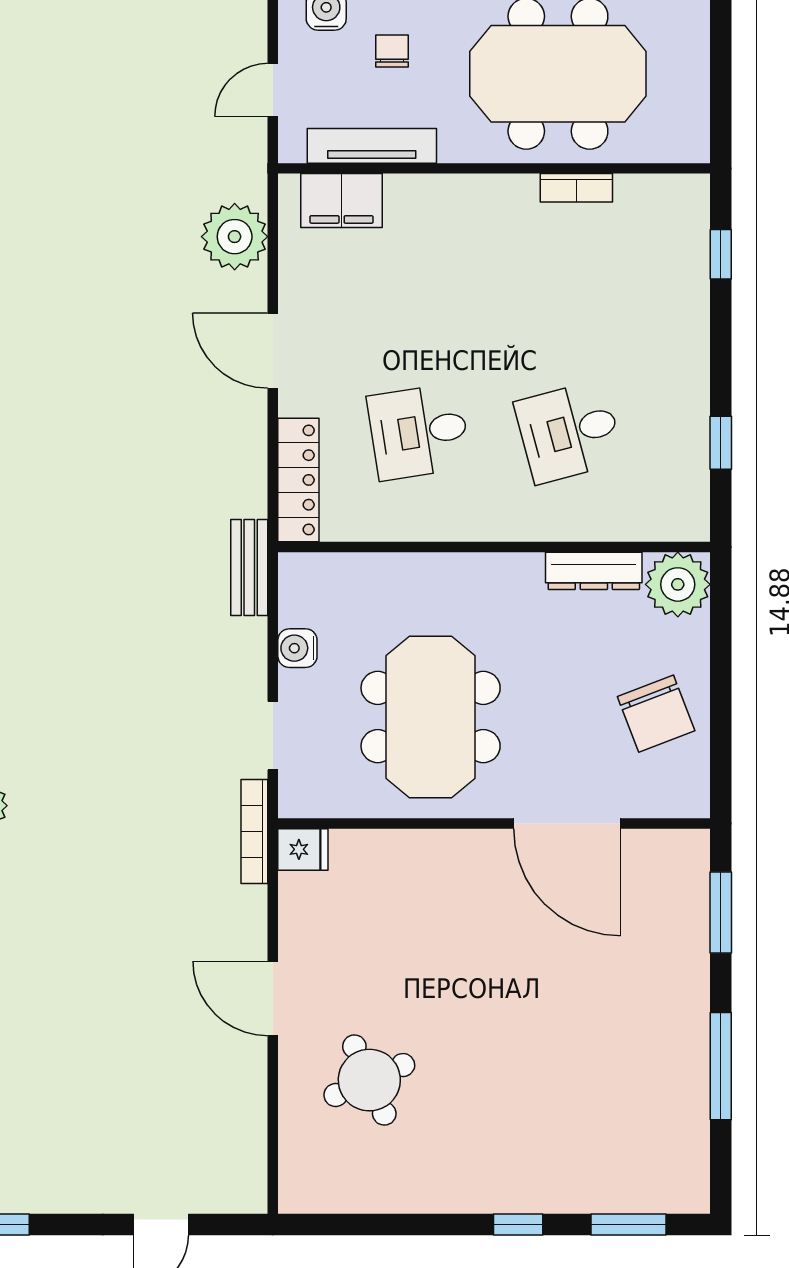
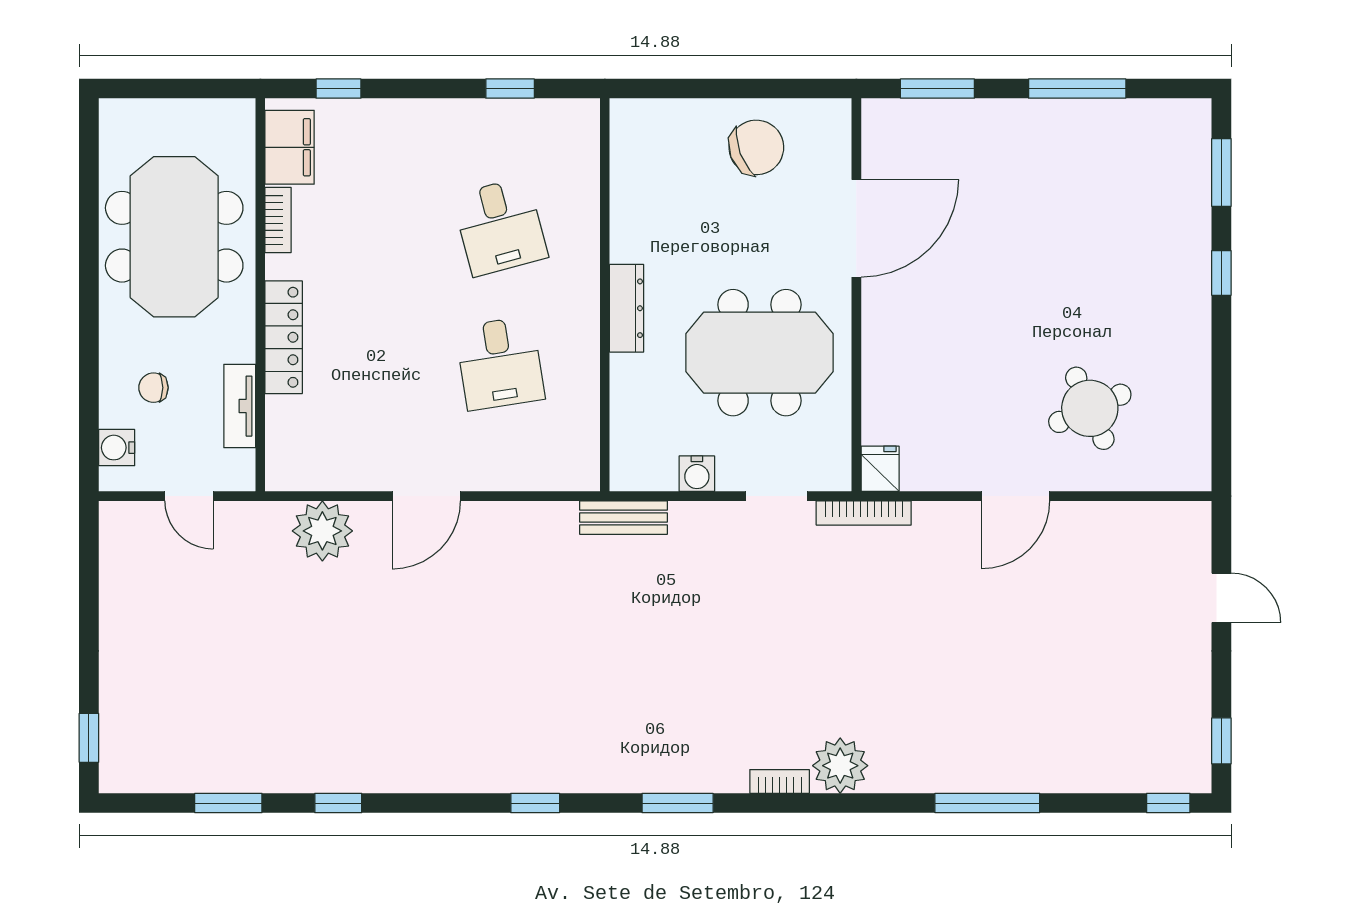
tv unit: (372, 146) -> (240, 406), width x0.71
filing cabinet: (342, 201) -> (290, 147), moved
locker: (298, 480) -> (284, 337), moved, turned 90
dresser: (594, 571) -> (627, 308), moved
plant: (678, 584) -> (639, 128), removed

